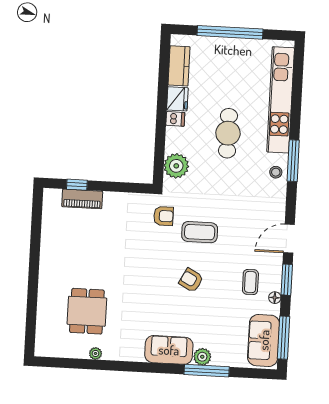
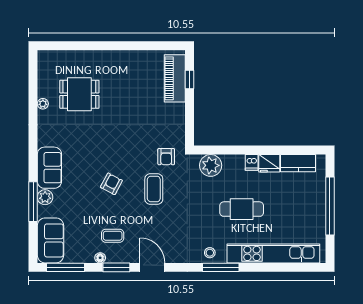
piano: (82, 199) -> (175, 78), width x1.37, depth x1.33
sofa: (264, 340) -> (50, 240), moved, turned 90

